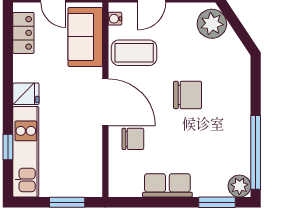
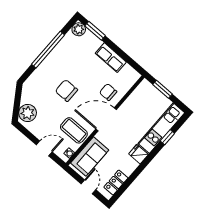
door: (105, 102) -> (106, 119), hinge flipped
window: (256, 152) -> (48, 50), moved

